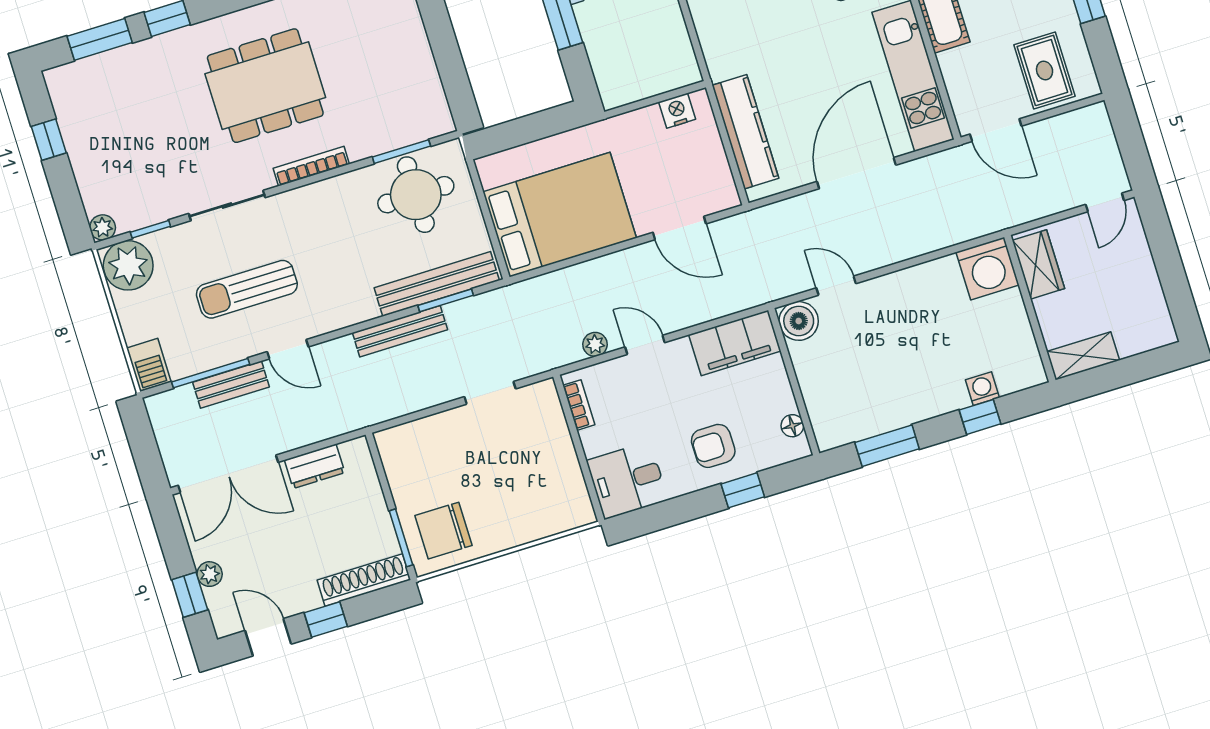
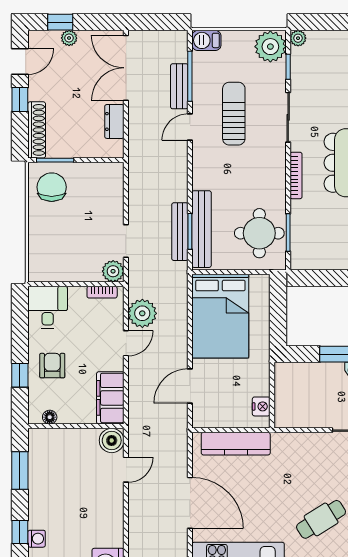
bench: (400, 331) -> (180, 232), moved
plant: (595, 344) -> (142, 313), width x1.87, depth x1.87
plant: (542, 398) -> (113, 271), added

